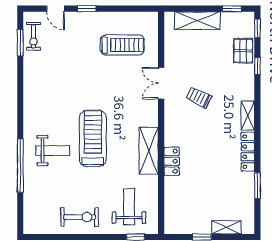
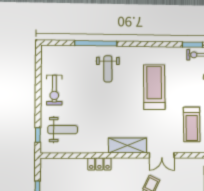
double door: (161, 83) -> (162, 155), swing flipped
treadmill: (93, 138) -> (154, 87), moved, turned -90
shelving: (149, 151) -> (128, 145), moved

